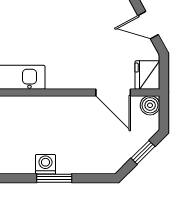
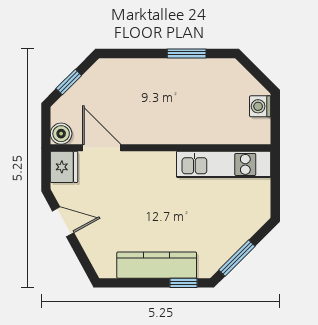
washing machine: (45, 164) -> (176, 69), removed
window: (54, 178) -> (187, 53), moved

